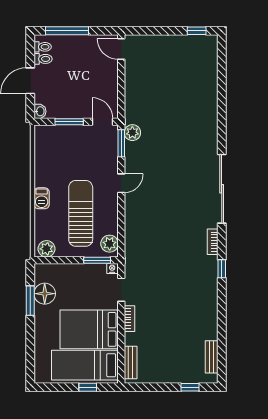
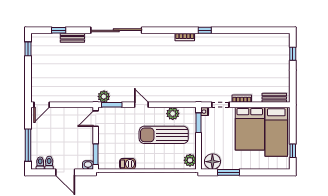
window: (222, 72) -> (59, 30), added
window: (69, 122) -> (96, 154), moved
sliding door: (222, 189) -> (116, 30), moved
barbecue: (42, 198) -> (127, 164), moved
plant: (110, 244) -> (173, 114), moved
floor lamp: (45, 294) -> (212, 162), moved
bench: (212, 357) -> (72, 38), moved
window: (88, 387) -> (293, 151), moved

